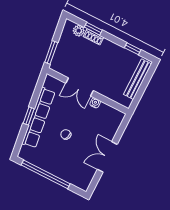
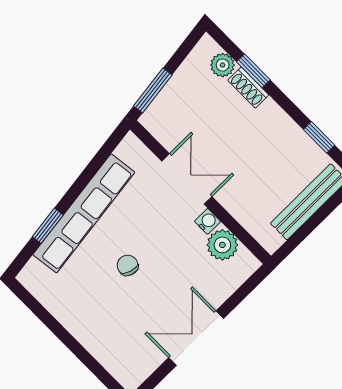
double door: (80, 87) -> (187, 179), swing flipped
plant: (105, 111) -> (222, 245), added
window: (29, 116) -> (48, 226), moved
window: (46, 174) -> (60, 332), removed

